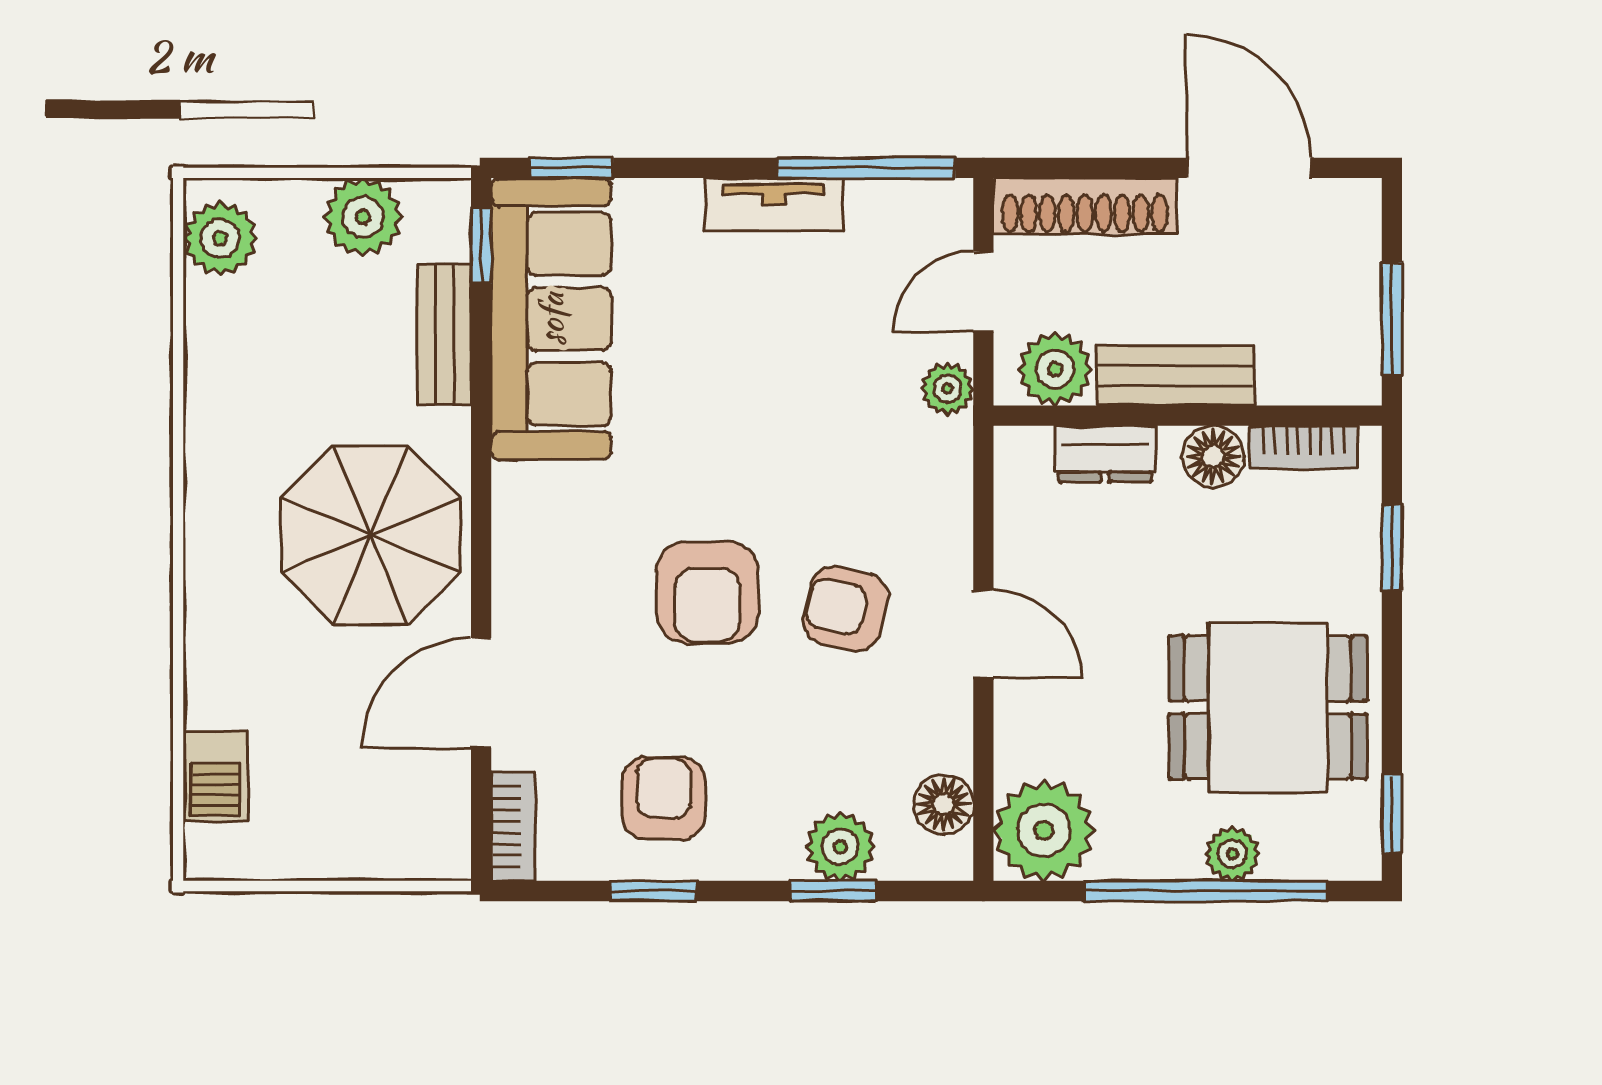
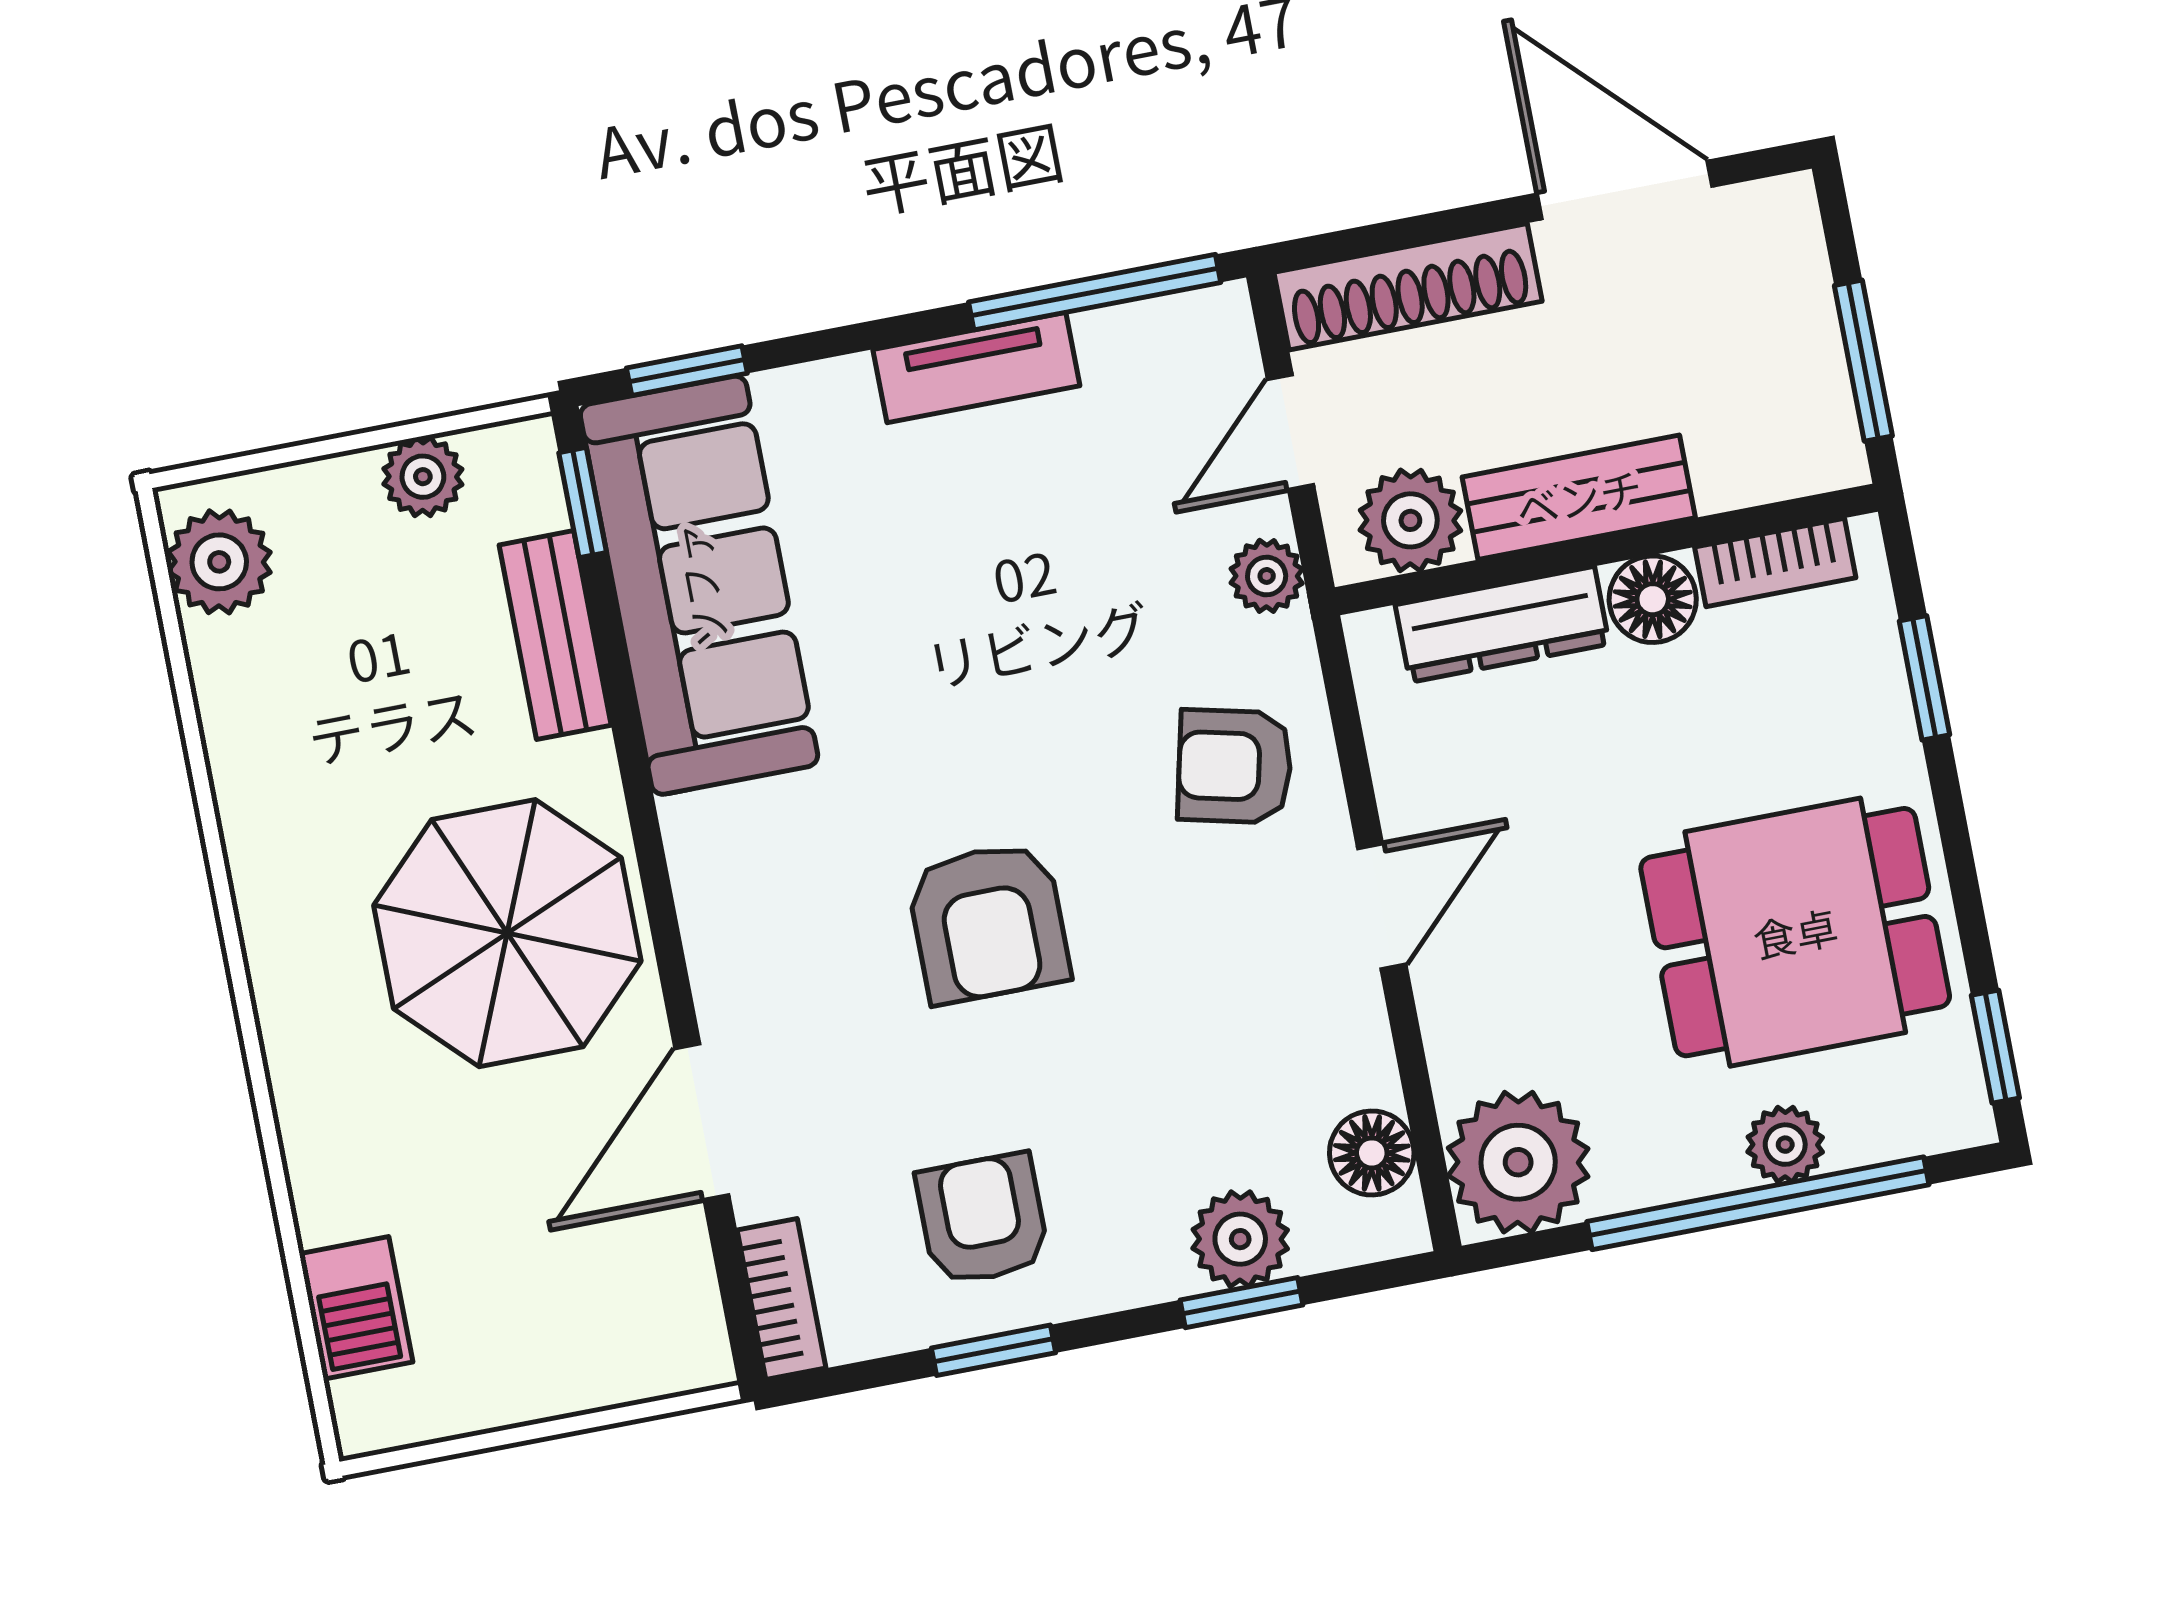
plant: (363, 217) -> (423, 477), width x0.73, depth x0.73
dresser: (1105, 454) -> (1502, 624), width x1.44
armchair: (846, 609) -> (1235, 766), moved
door: (983, 634) -> (1382, 906), hinge flipped

